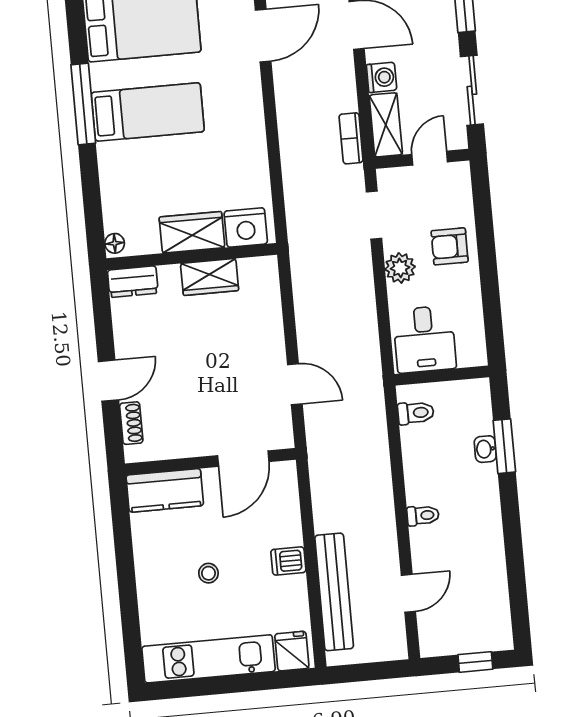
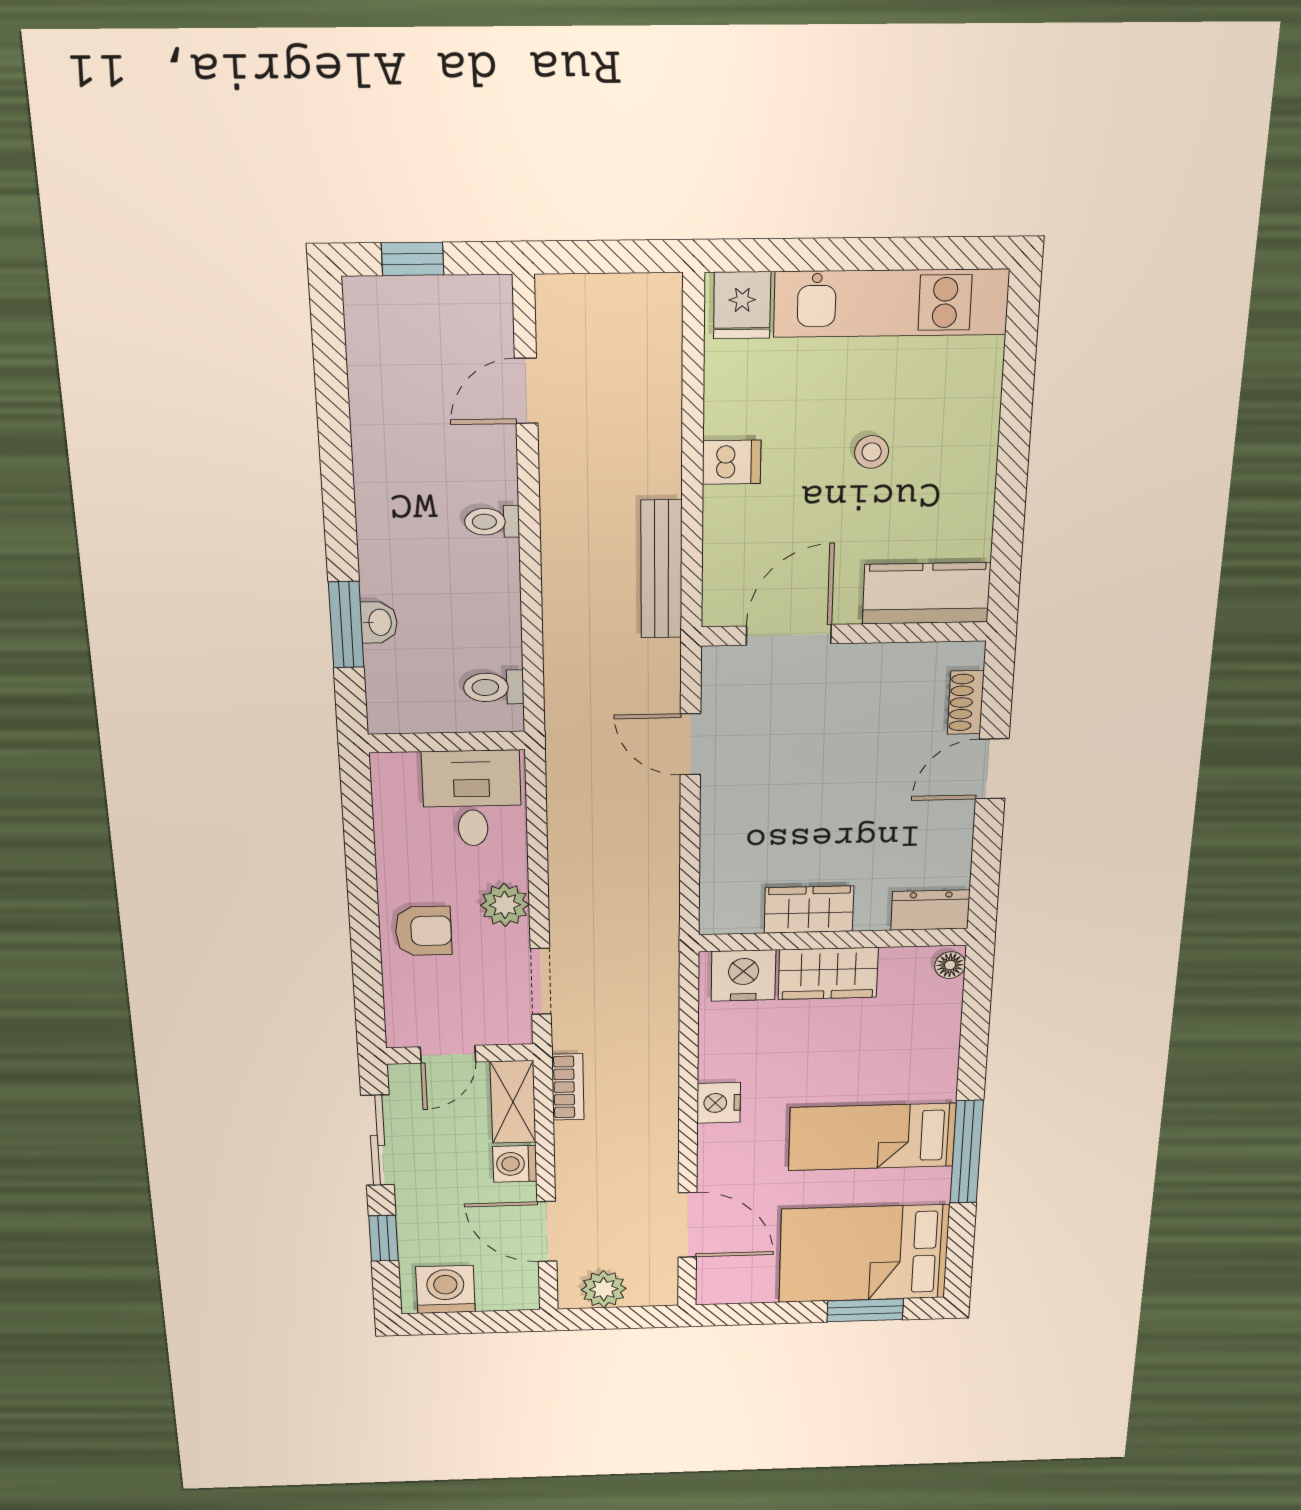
door: (263, 36) -> (687, 1225), swing flipped
nightstand: (252, 132) -> (719, 1103), added
bench: (334, 592) -> (661, 569), moved, width x0.73, depth x0.82

